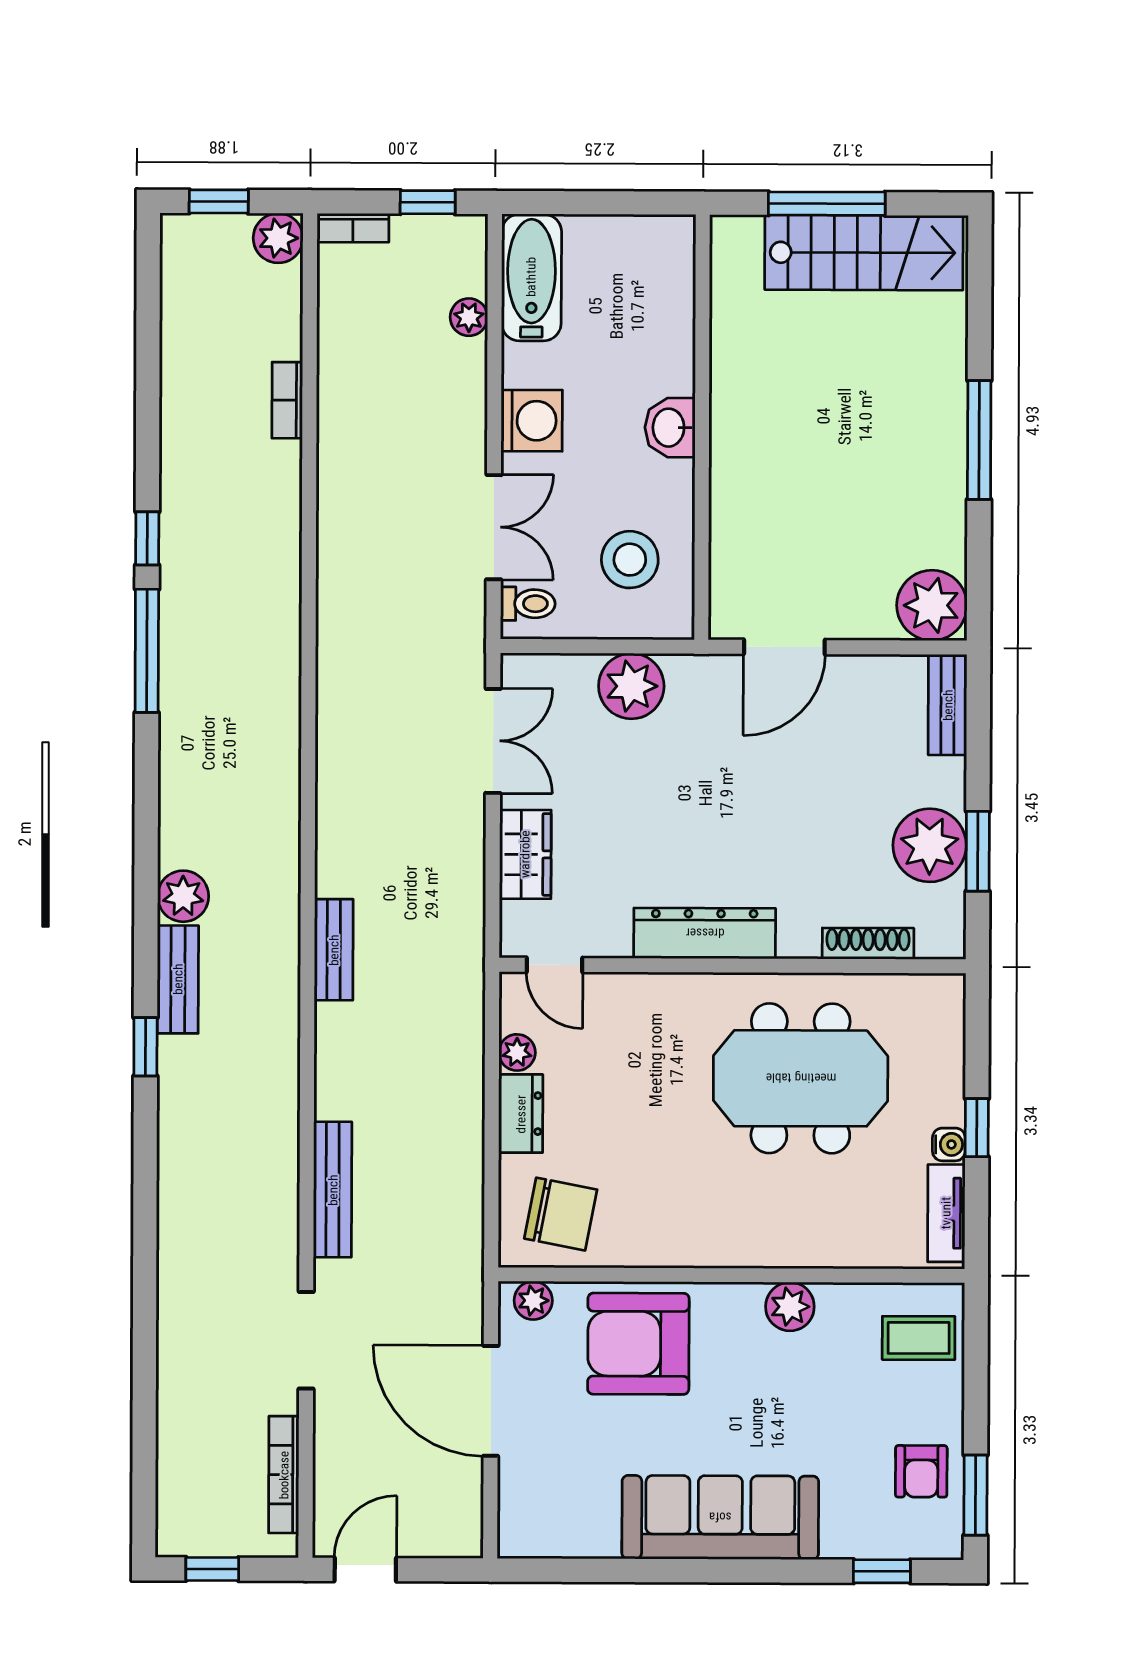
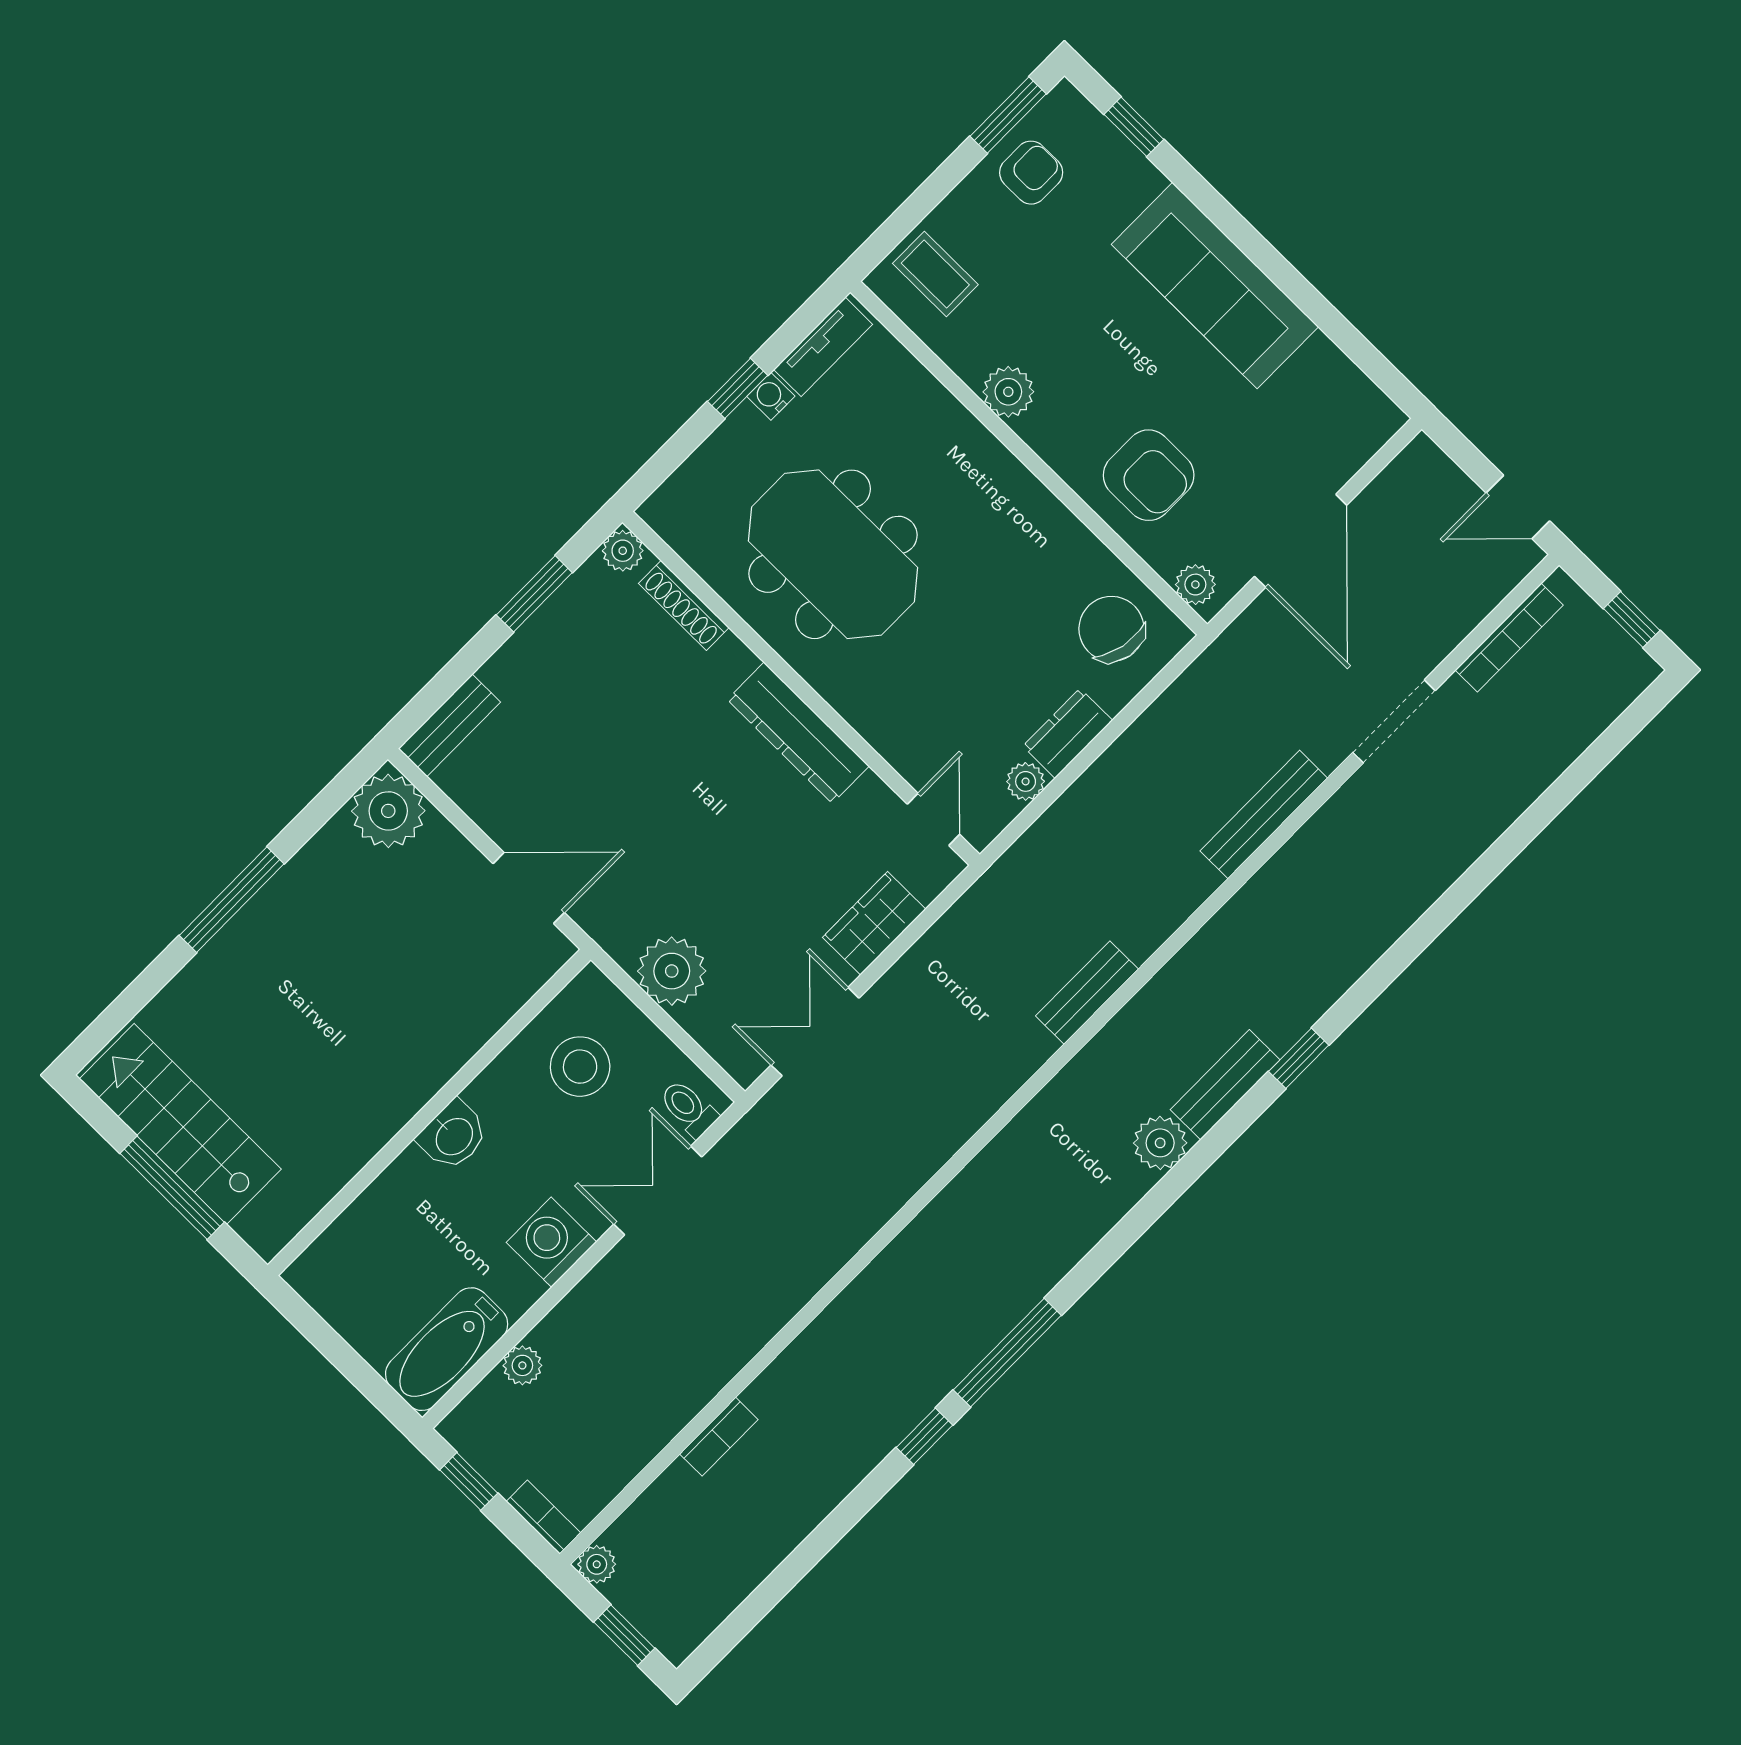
plant: (278, 238) -> (597, 1564), width x0.73, depth x0.73
plant: (930, 845) -> (623, 551), moved, width x0.53, depth x0.53
armchair: (638, 1344) -> (1149, 475), width x0.73, depth x0.73

